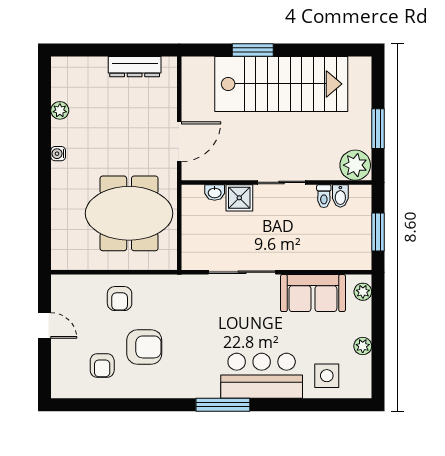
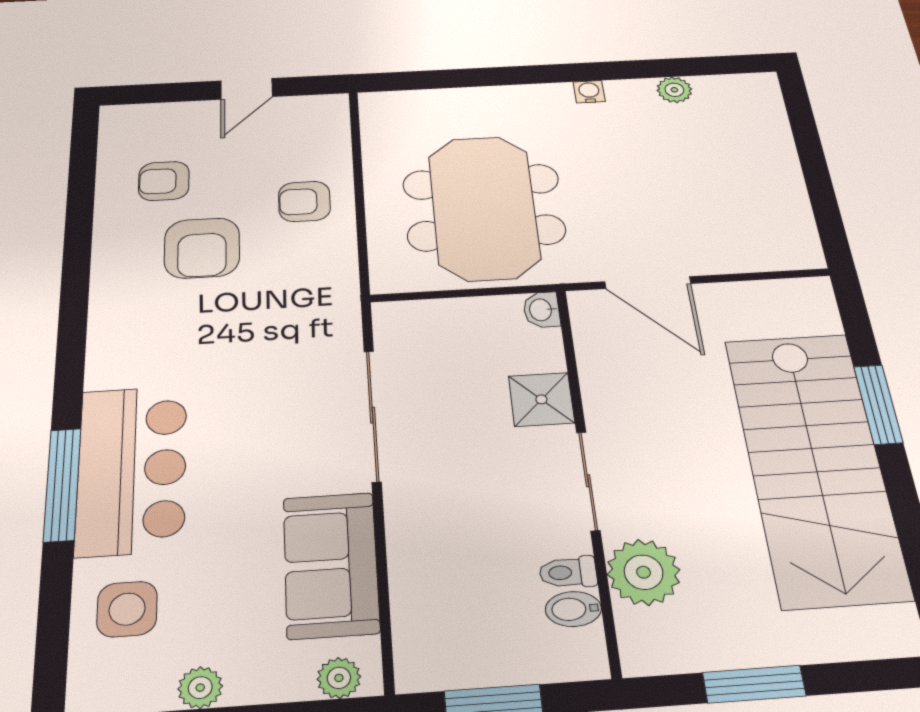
dresser: (135, 67) -> (789, 200), removed
plant: (355, 165) -> (644, 572), moved
washbasin: (215, 192) -> (541, 310), moved
window: (223, 405) -> (62, 484), moved

